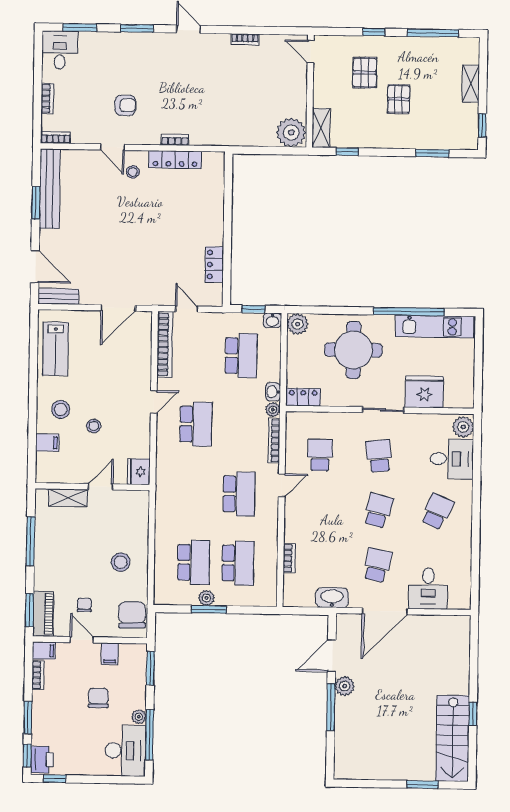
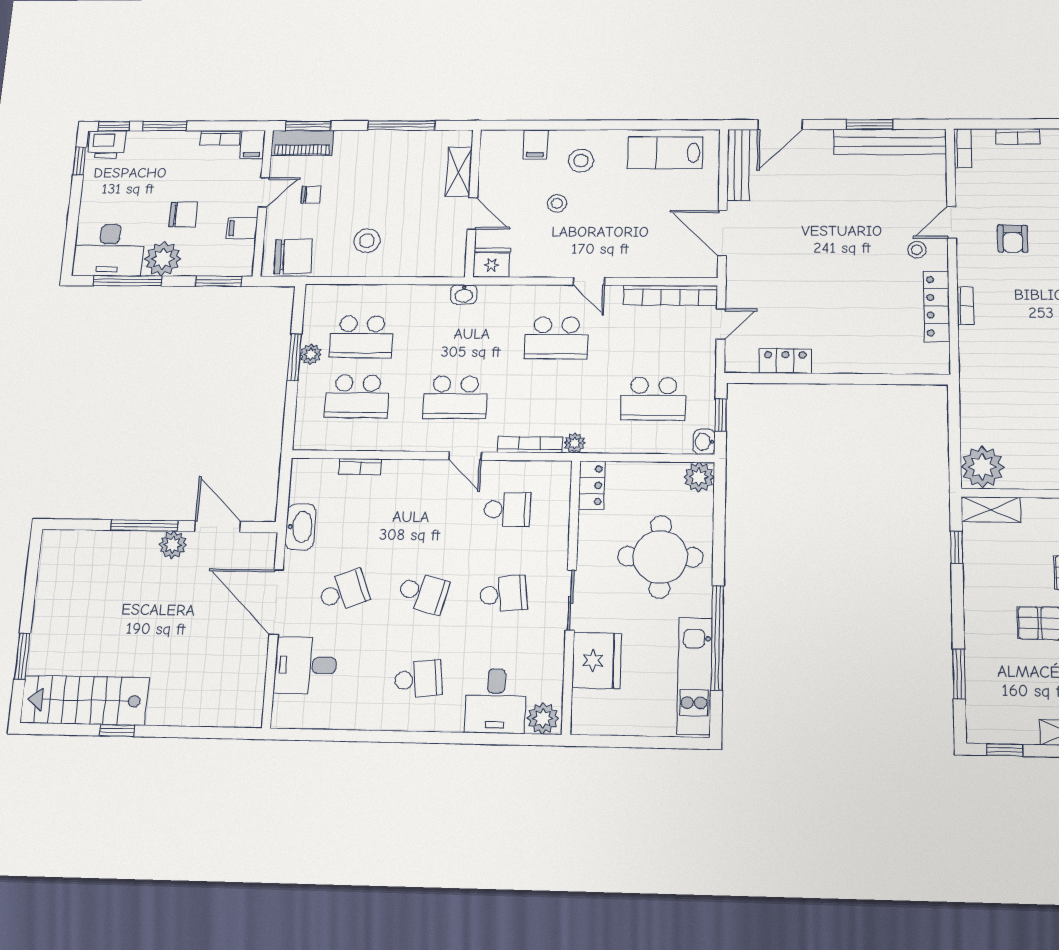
bench: (58, 296) -> (738, 165), width x1.36
washbasin: (273, 392) -> (464, 294), moved, turned 180
school desk: (437, 511) -> (418, 679), turned -30
school desk: (377, 565) -> (344, 591), turned -33
plant: (139, 717) -> (163, 259), width x1.88, depth x1.88

